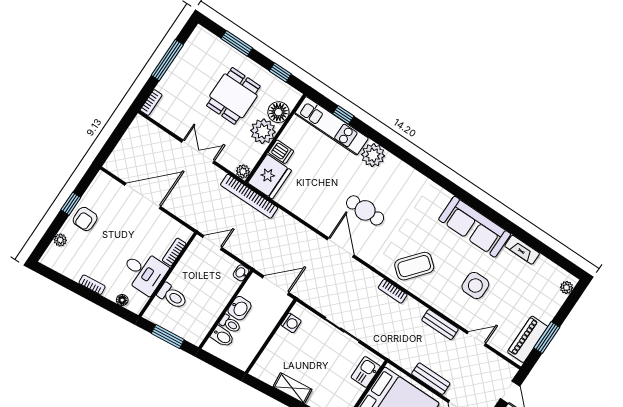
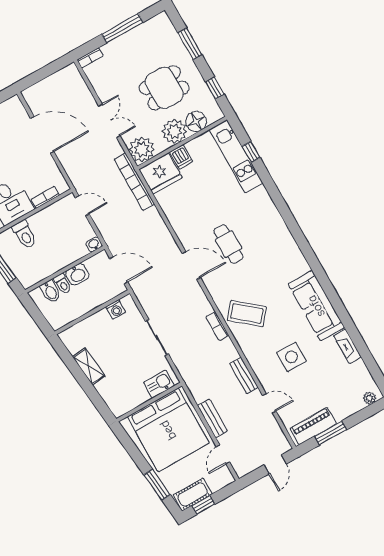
plant: (373, 155) -> (259, 200), removed
plant: (243, 171) -> (142, 149), width x1.87, depth x1.87
door: (341, 247) -> (191, 266), hinge flipped

